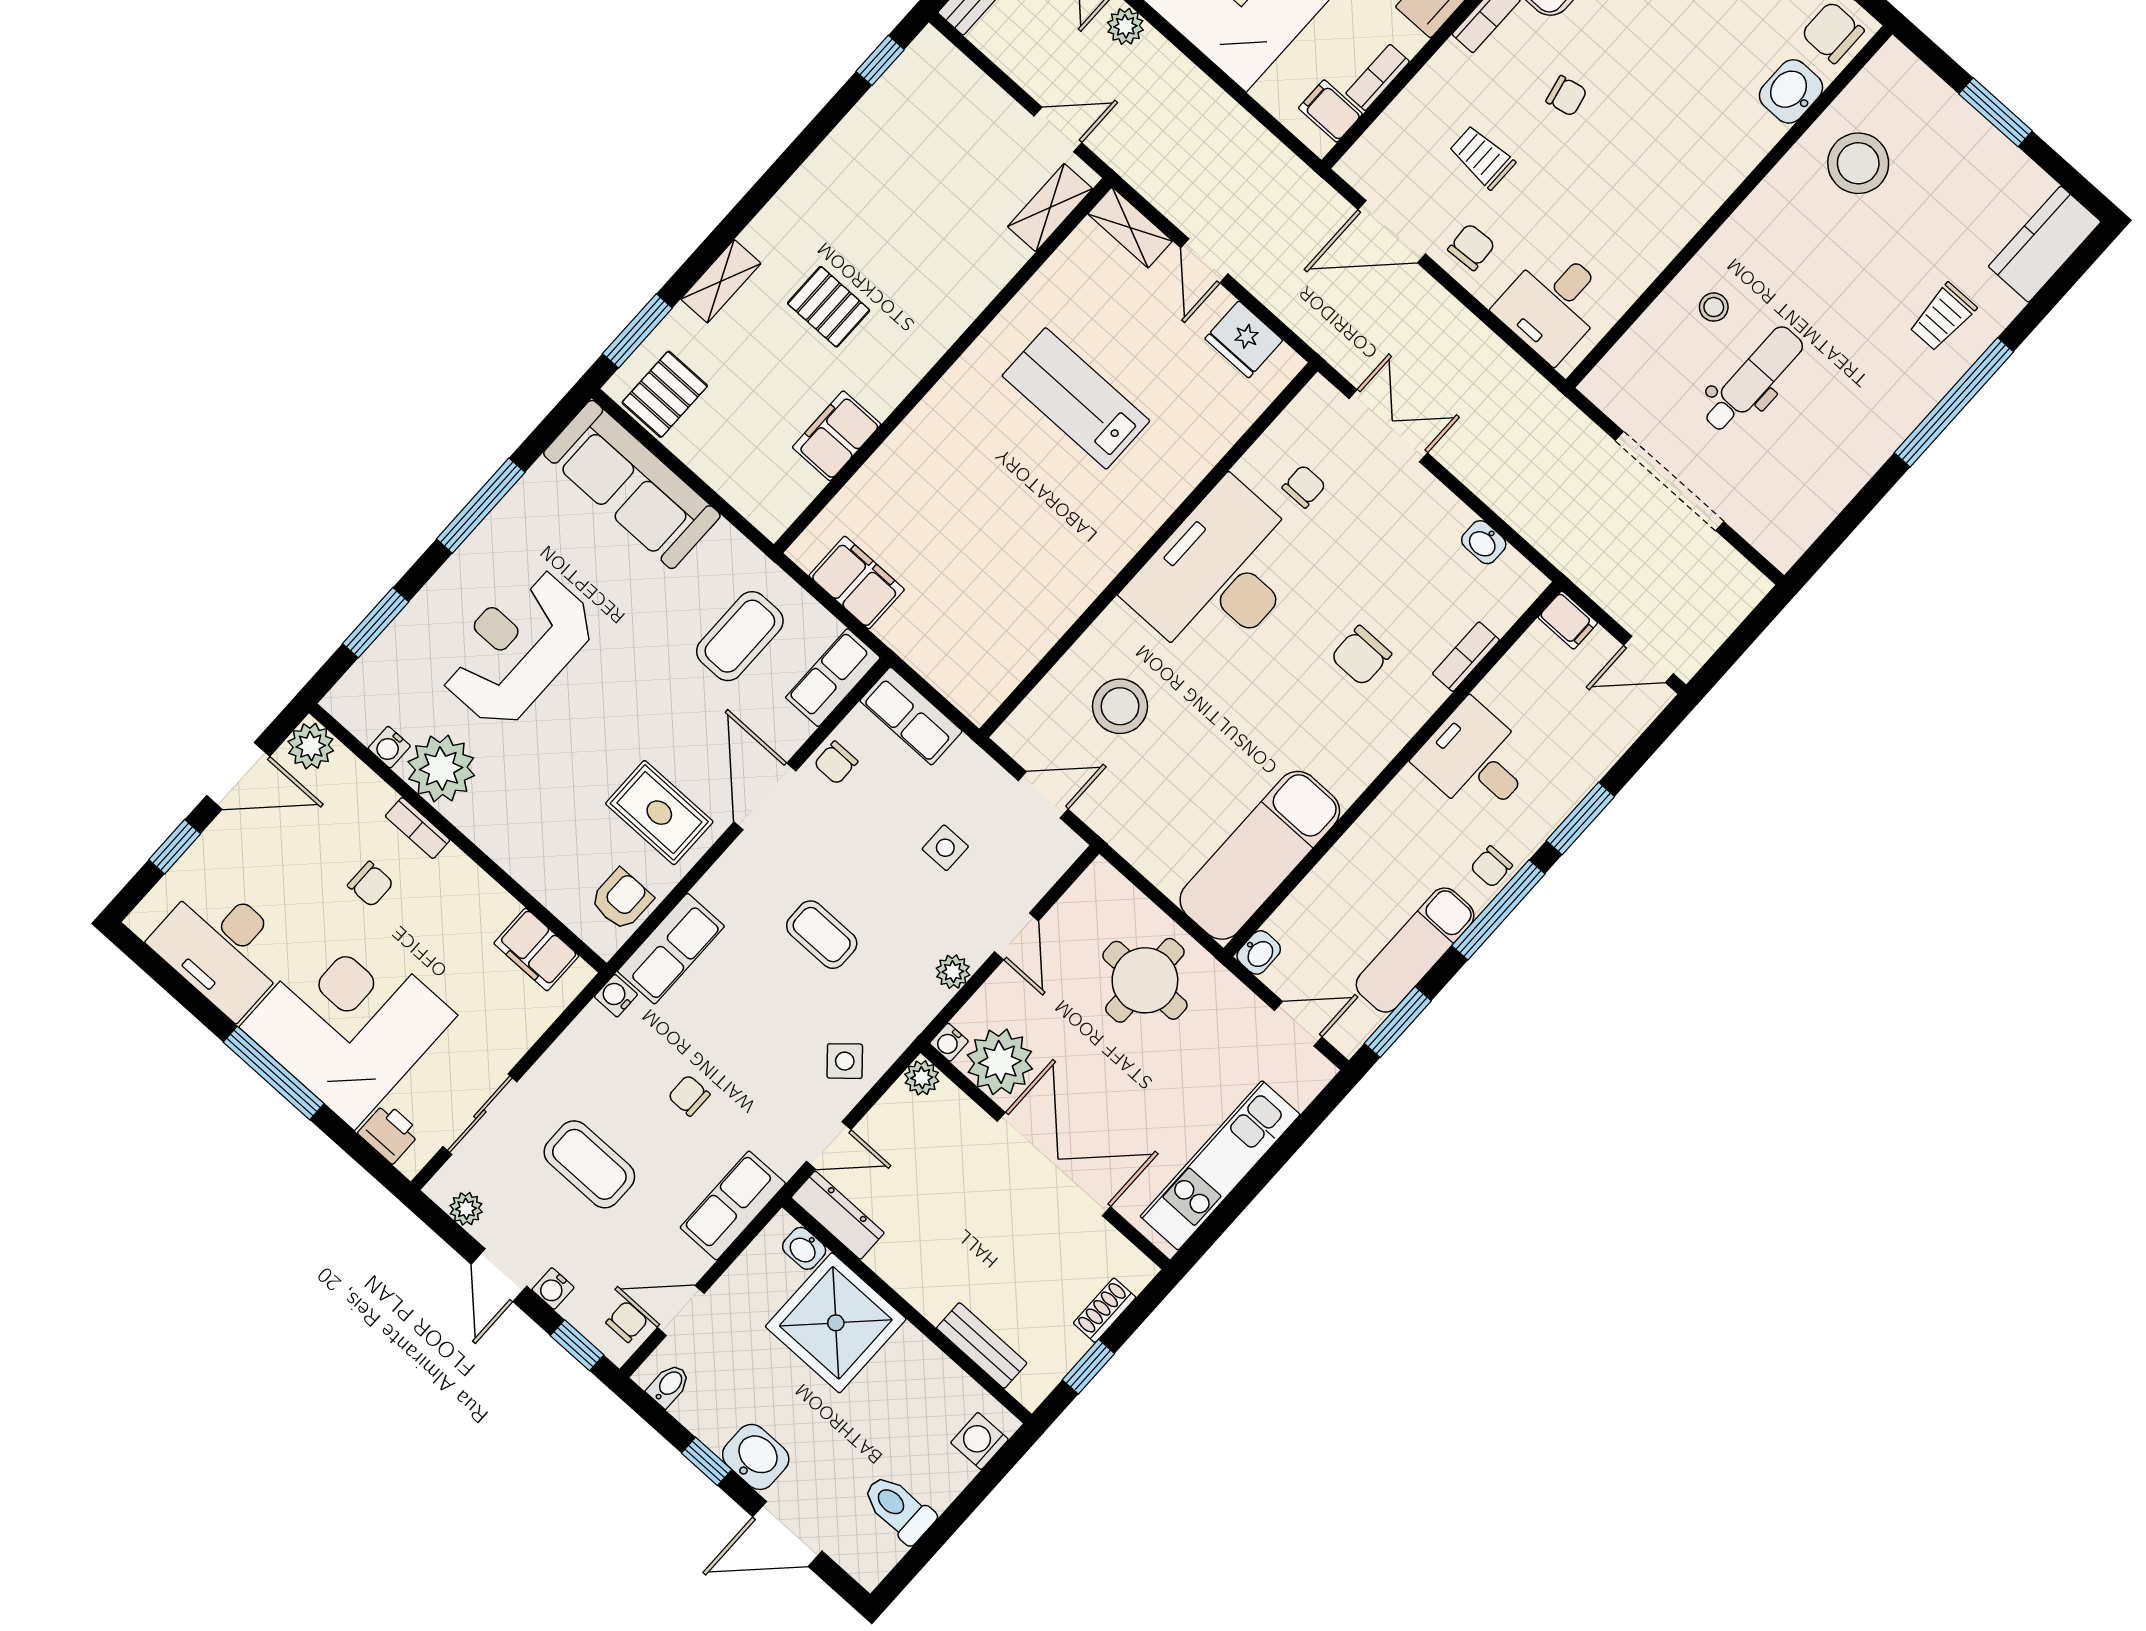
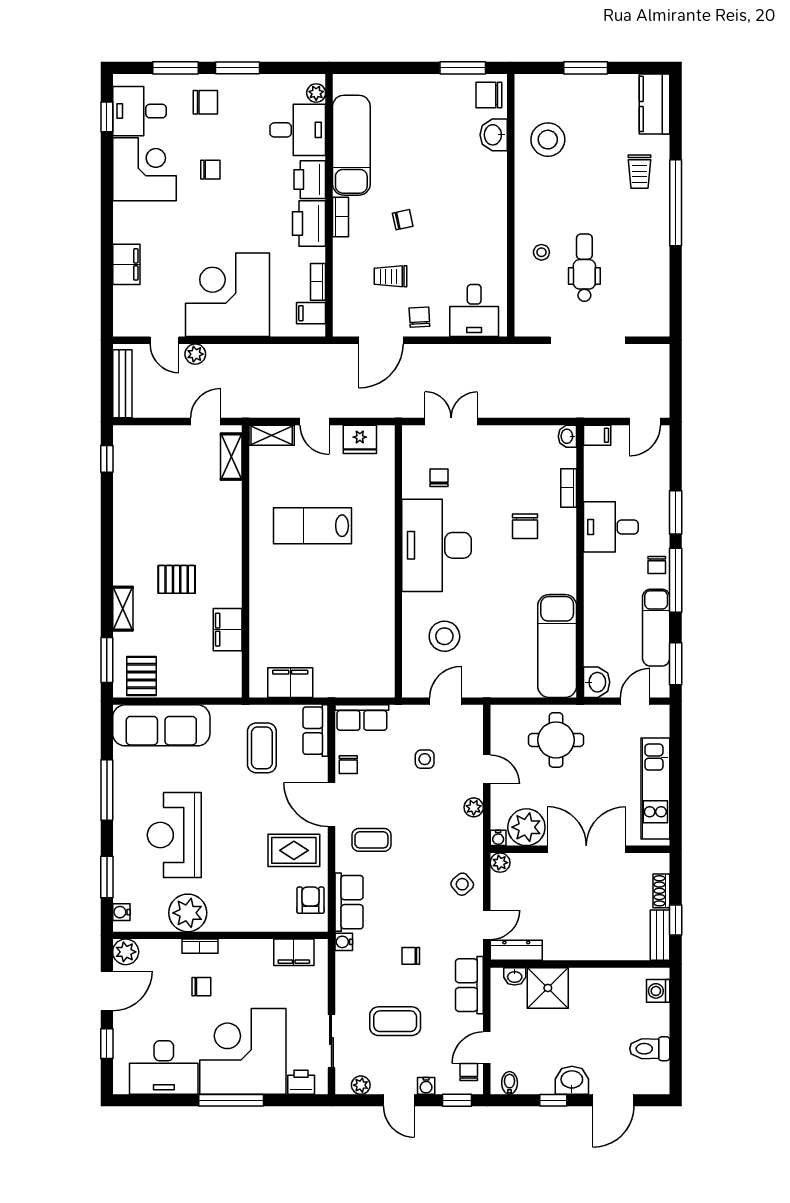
washbasin: (1484, 542) -> (567, 436), moved, turned 90
water cooler: (389, 747) -> (121, 912), moved, turned 90
coffee table: (822, 935) -> (371, 840), moved
washbasin: (1259, 952) -> (597, 682), width x1.38, depth x1.45
shower: (836, 1323) -> (548, 988), width x0.73, depth x0.73
bench: (982, 1346) -> (660, 935), moved, turned 90

